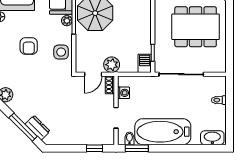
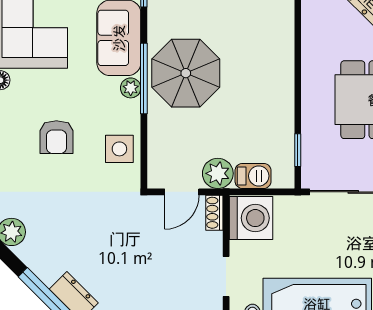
barbecue: (145, 63) -> (253, 176), moved, turned 90
washing machine: (123, 93) -> (251, 218), width x1.89, depth x1.89

